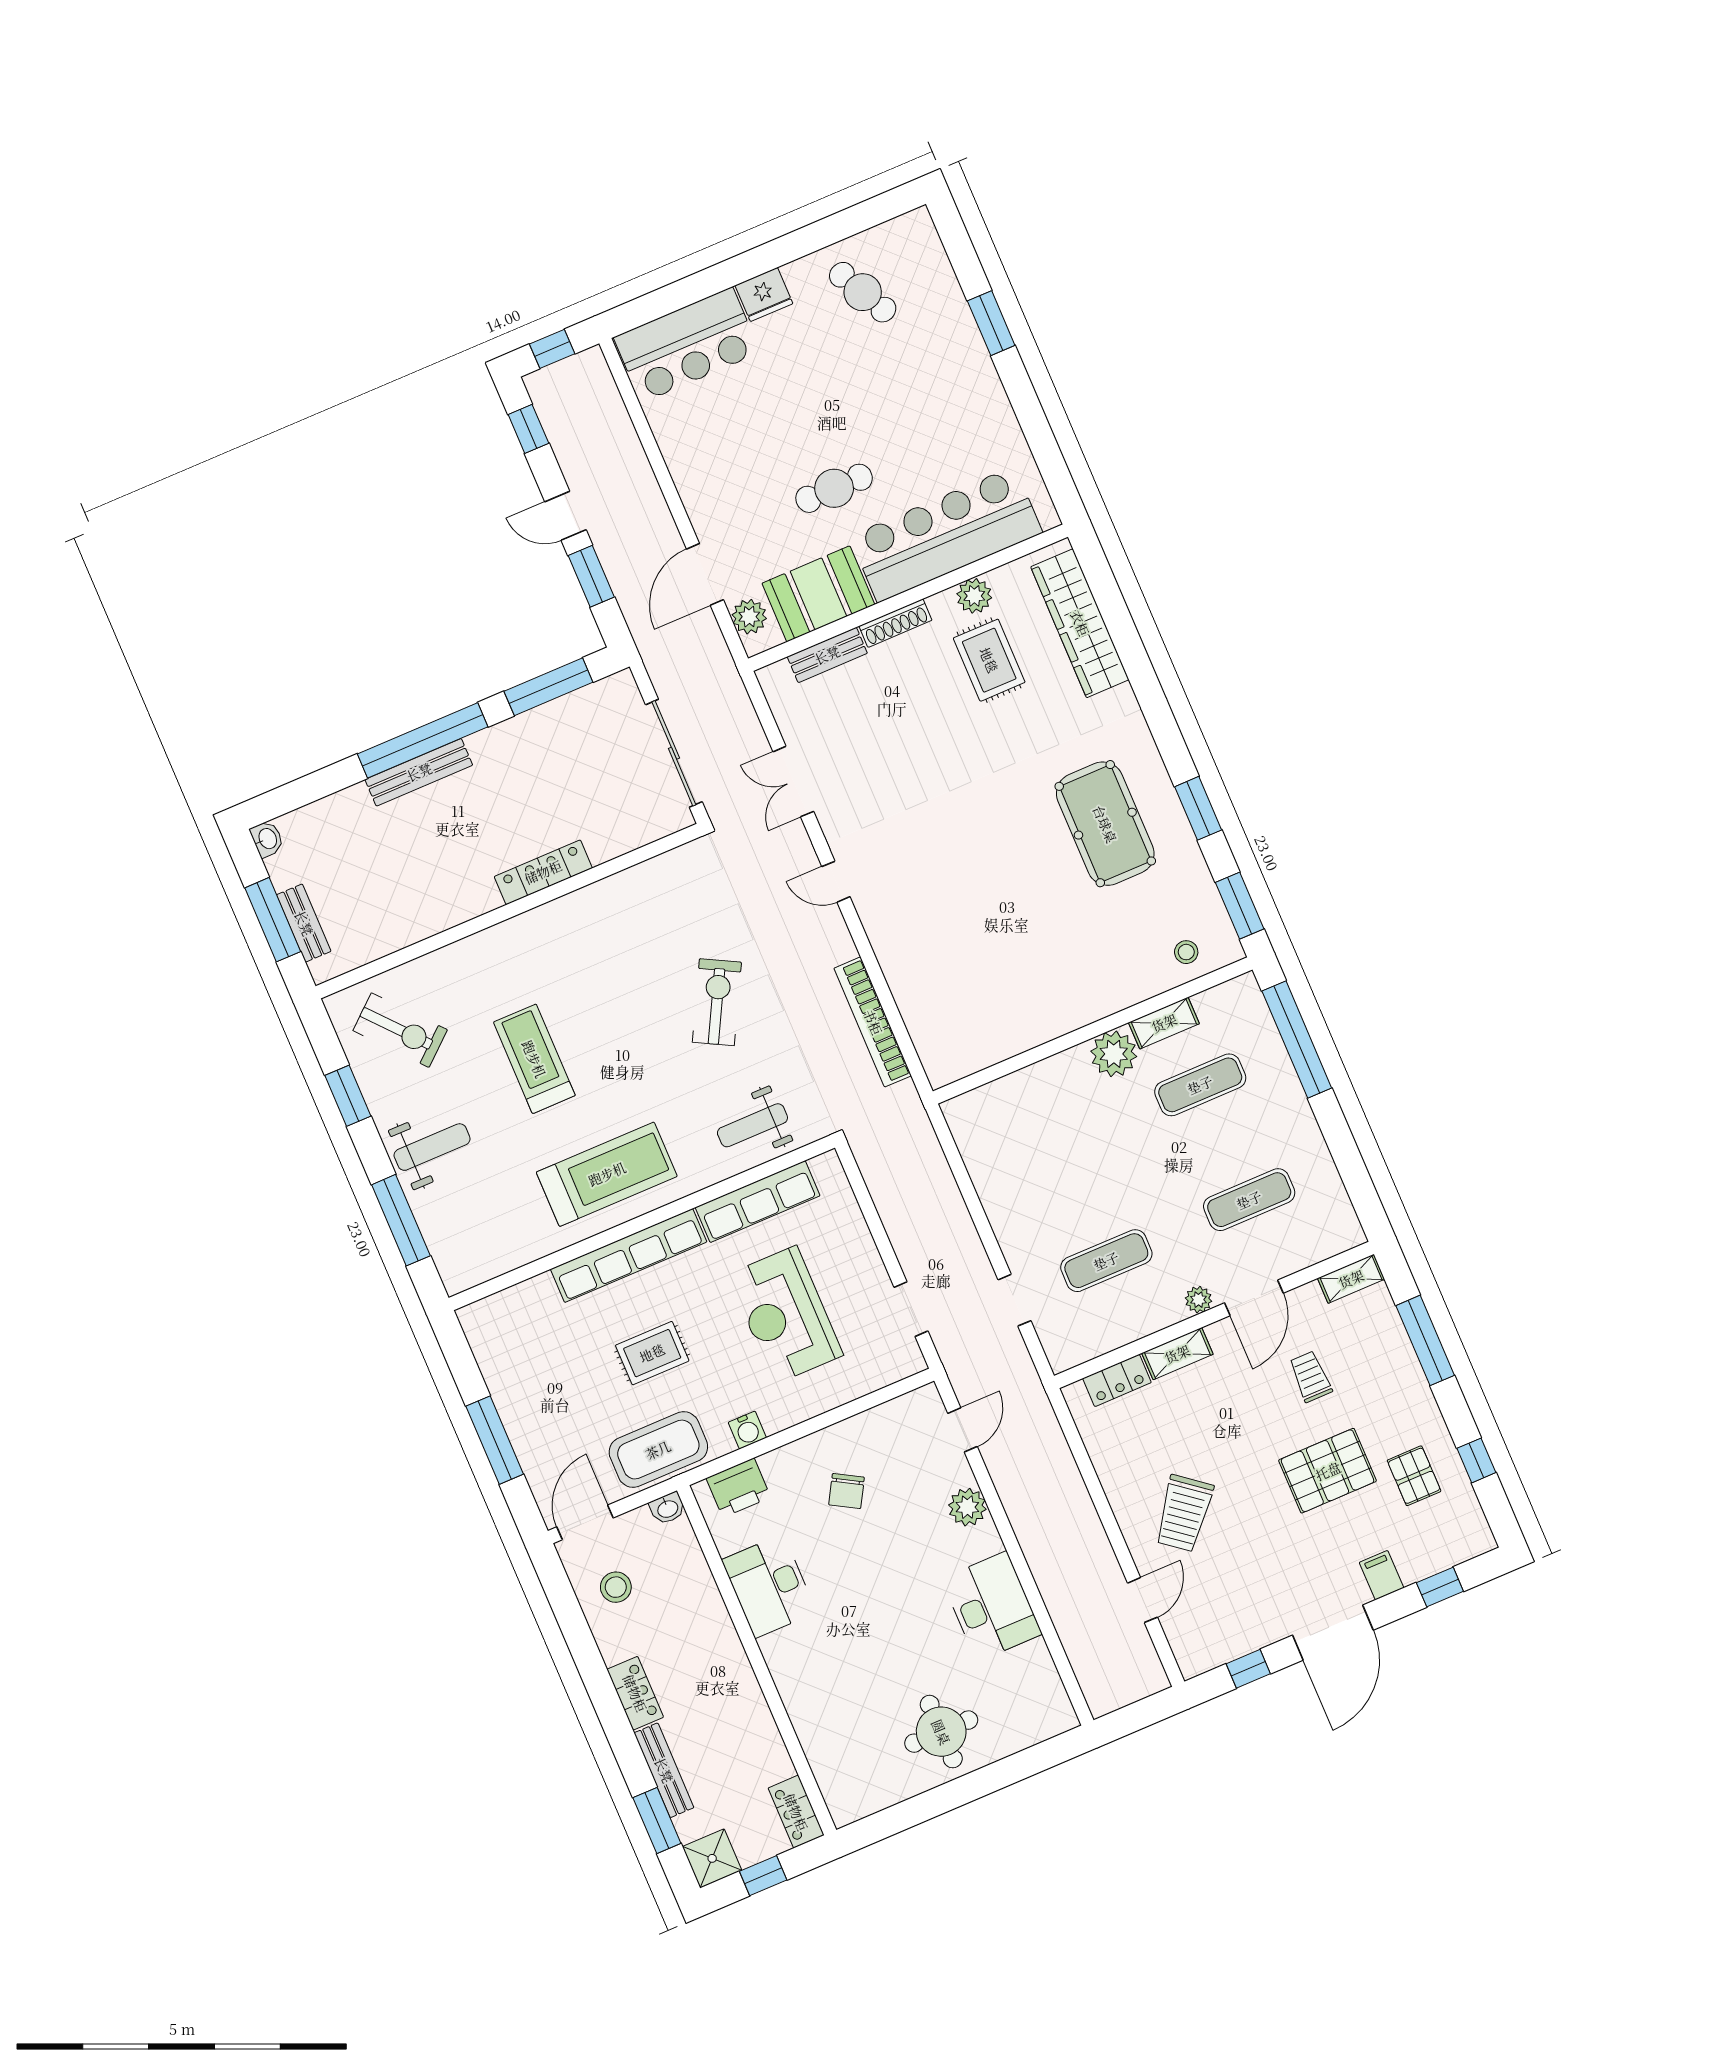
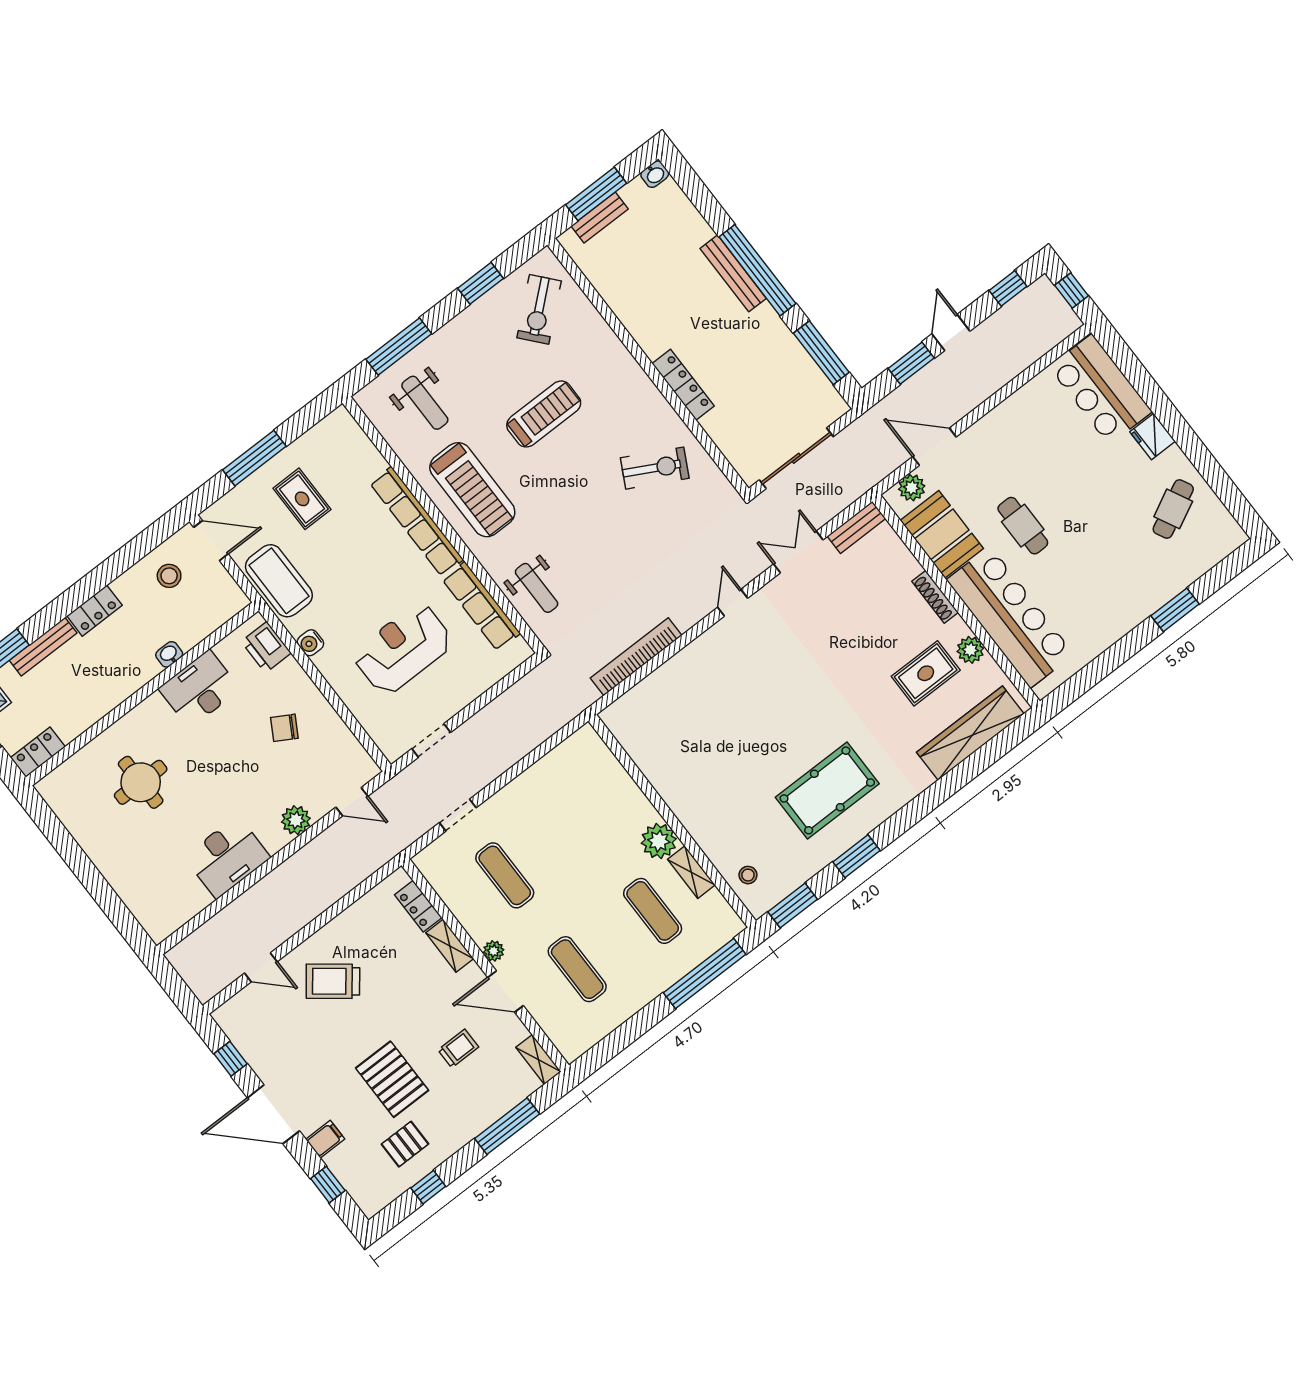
bench: (827, 655) -> (856, 527), moved, turned 90
exercise bike: (717, 1002) -> (655, 468), moved
weight bench: (752, 1125) -> (537, 588), turned 180
weight bench: (432, 1147) -> (425, 403), moved
rug: (652, 1353) -> (302, 499), moved
washbasin: (667, 1508) -> (169, 654), moved, turned 90
round table: (941, 1732) -> (141, 782), moved

